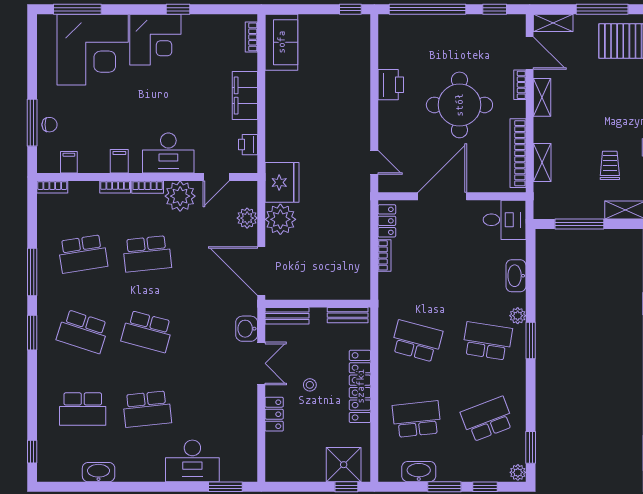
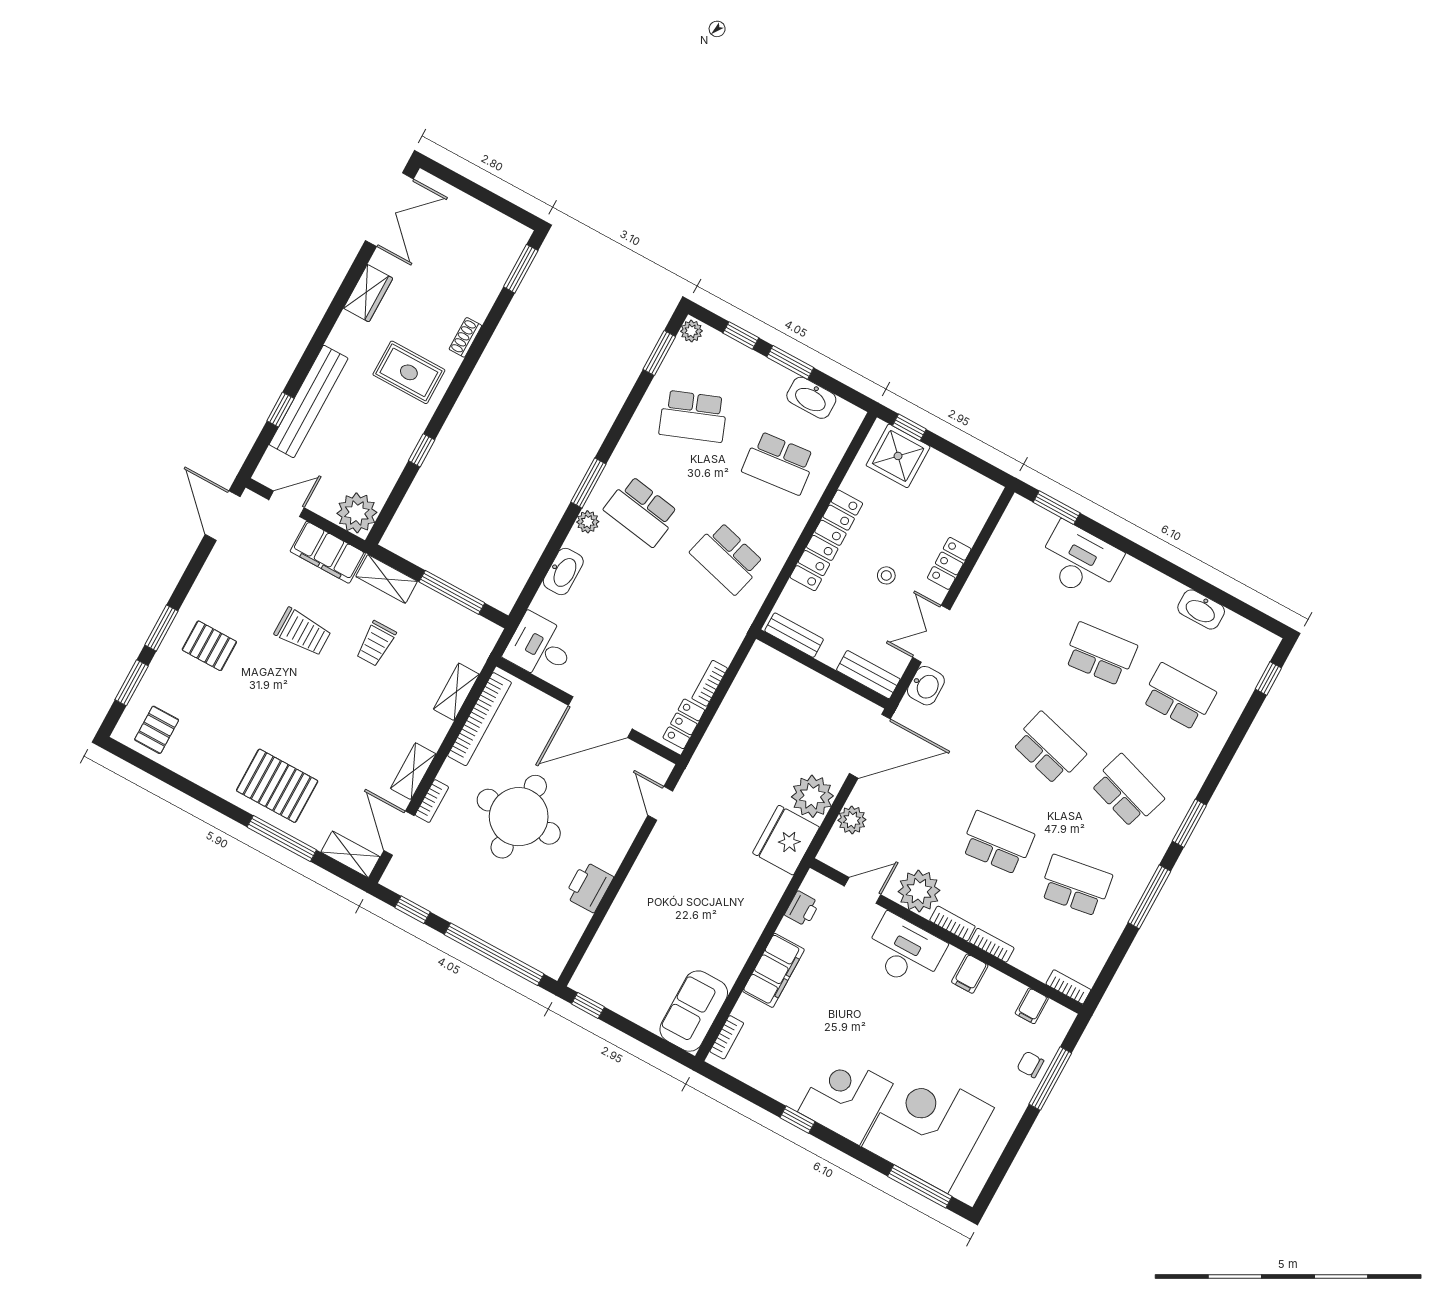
door: (261, 271) -> (870, 746), hinge flipped

